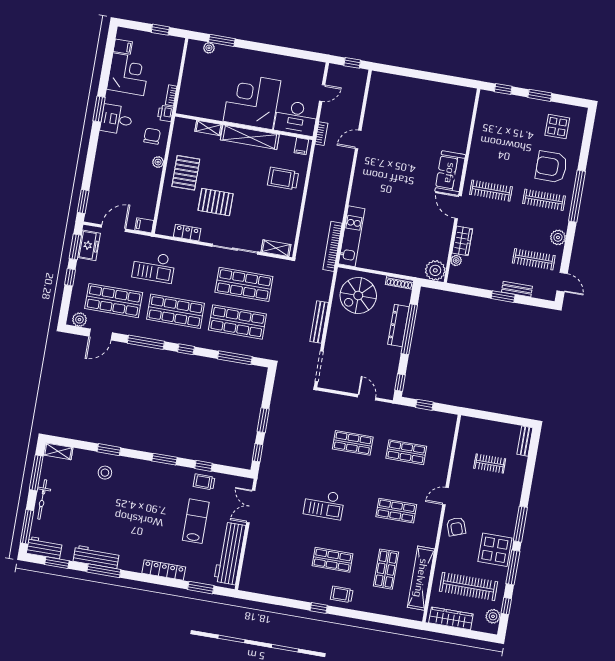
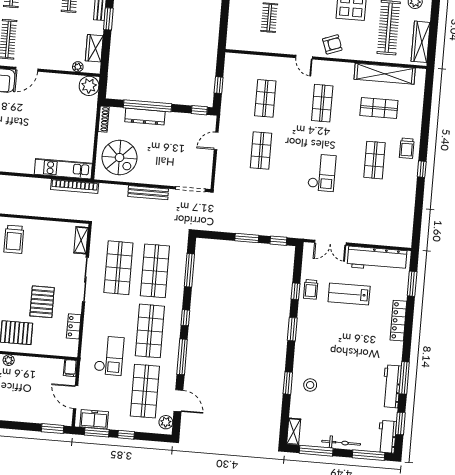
wardrobe: (462, 241) -> (94, 48), moved, turned -90

